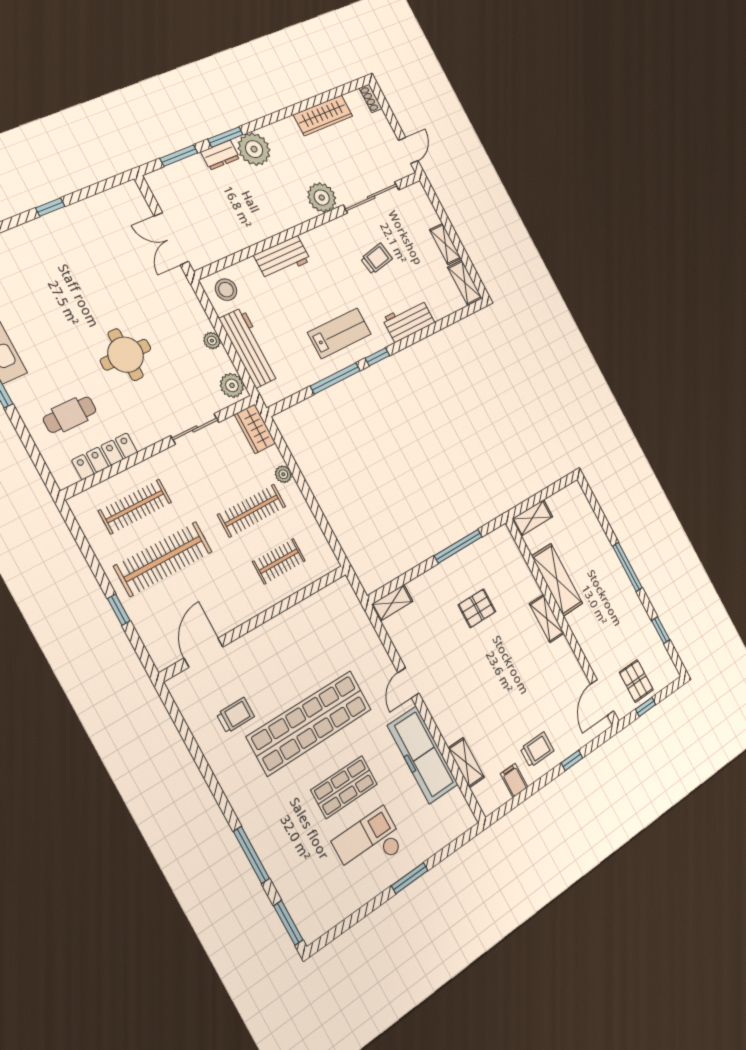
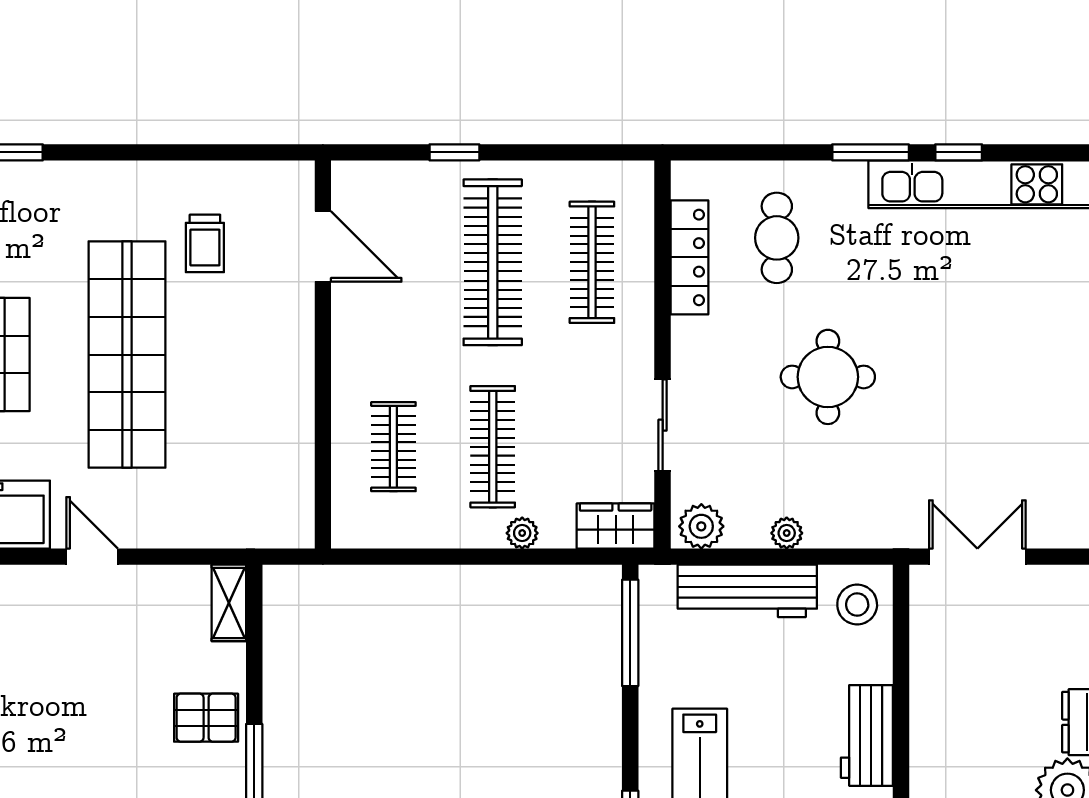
window: (335, 378) -> (630, 633), moved
pallet: (477, 608) -> (206, 718), moved, turned 90

